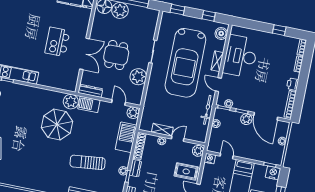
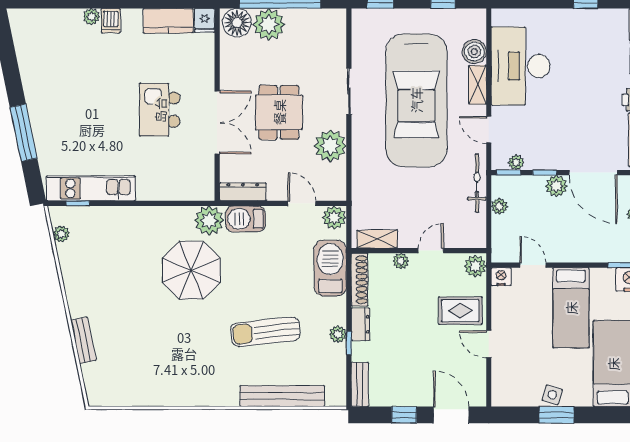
boiler: (221, 33) -> (474, 52), moved
shelving: (162, 130) -> (377, 239), moved

